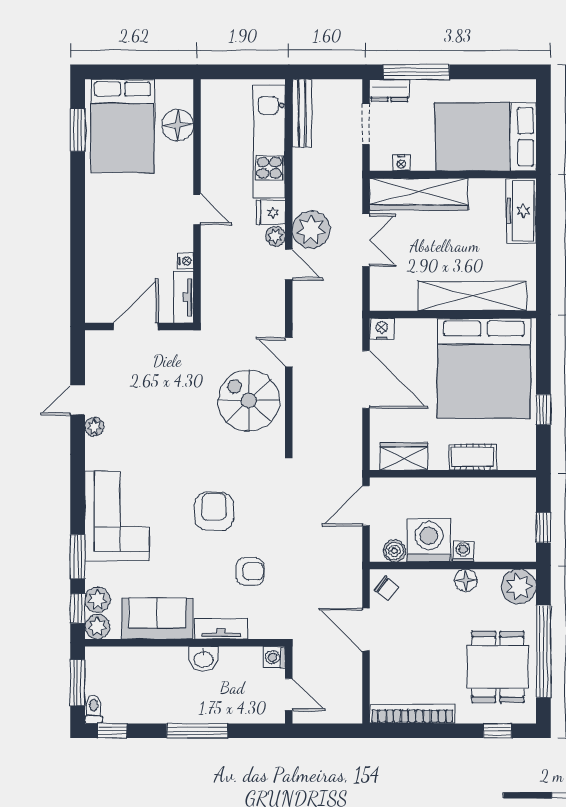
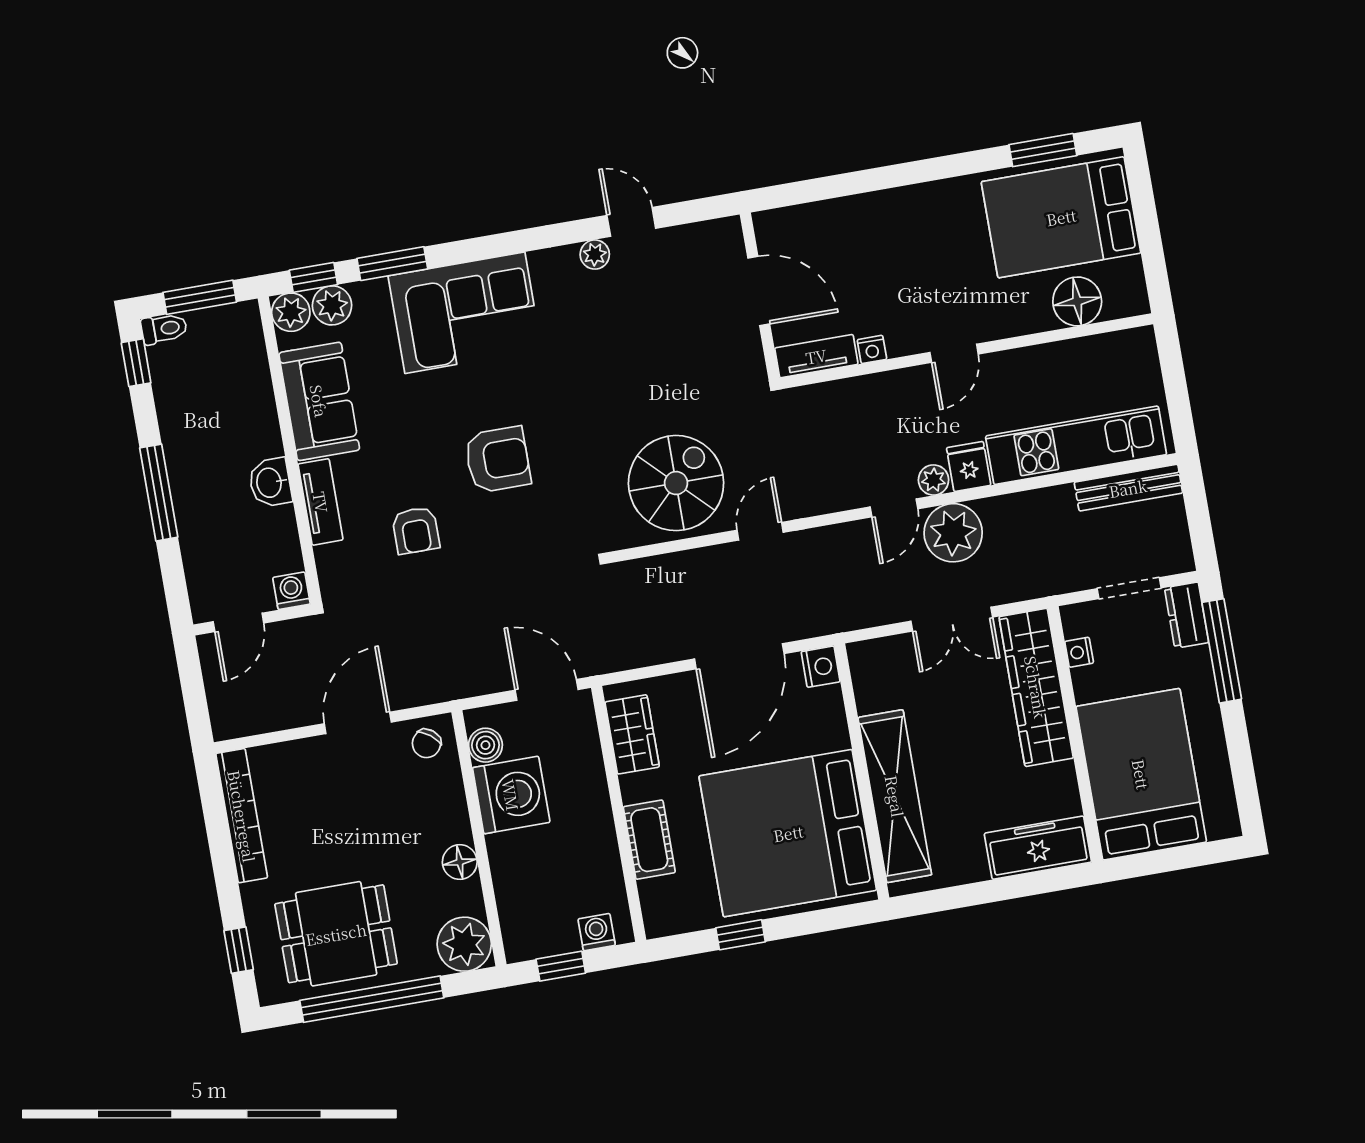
washing machine: (463, 551) -> (597, 932), moved, turned -90

